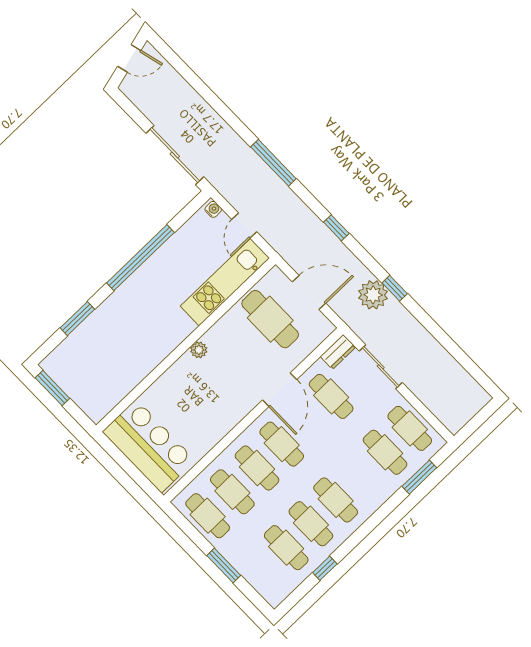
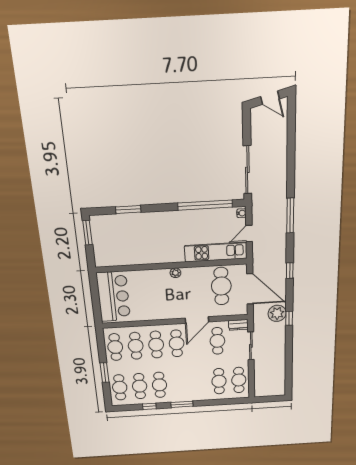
window: (140, 258) -> (205, 205), moved
door: (309, 293) -> (250, 289), width x1.36
window: (419, 477) -> (182, 404), moved
cafe table: (336, 500) -> (120, 387), moved

